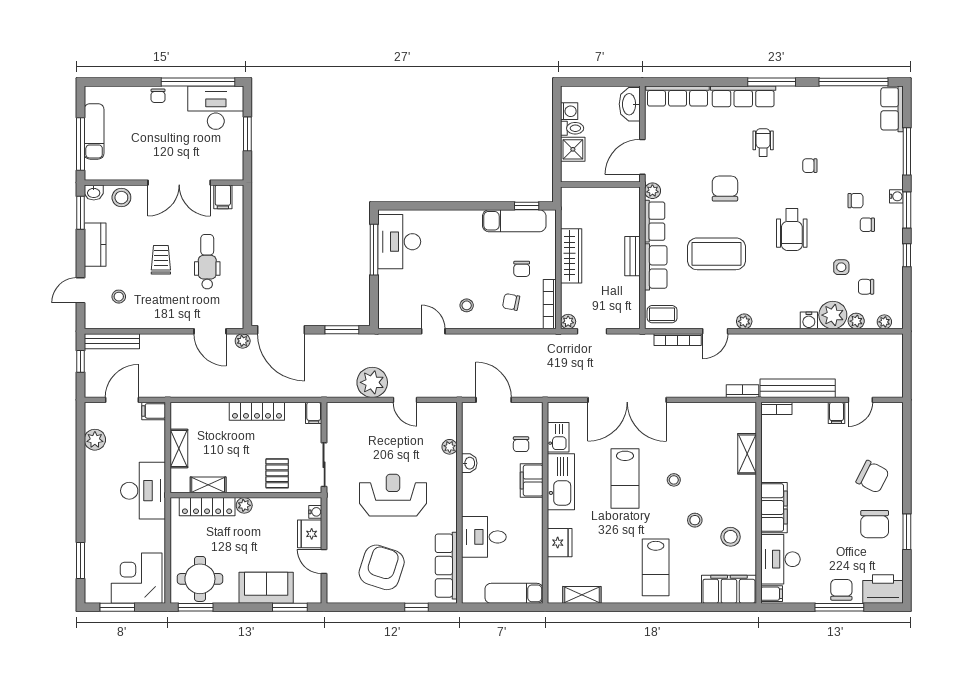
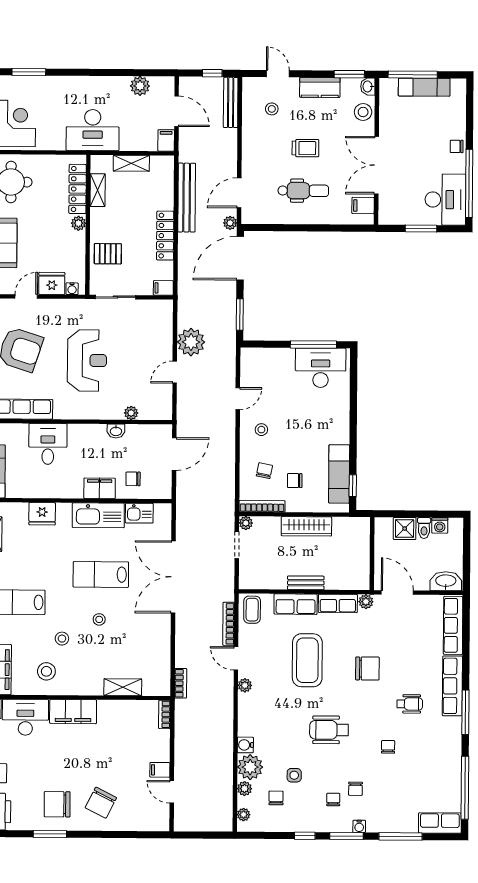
bench: (798, 388) -> (187, 198), moved

